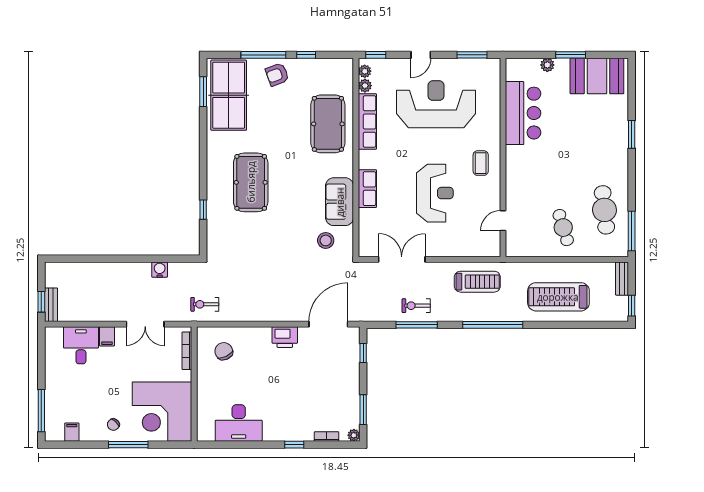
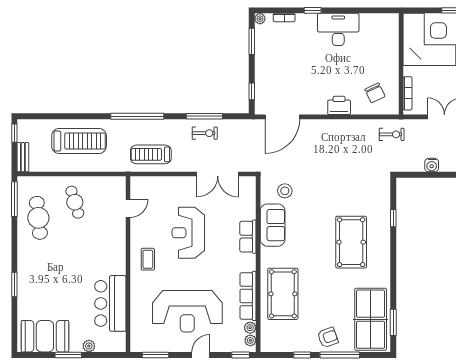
printer: (285, 337) -> (339, 105), moved
desk: (239, 423) -> (338, 29), moved

